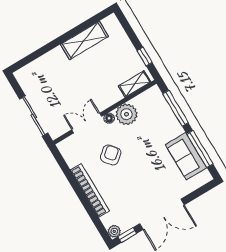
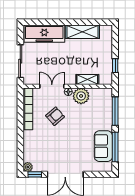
freezer: (42, 69) -> (44, 34), added
shelving: (135, 84) -> (87, 79), moved
bookcase: (90, 190) -> (28, 109), moved

